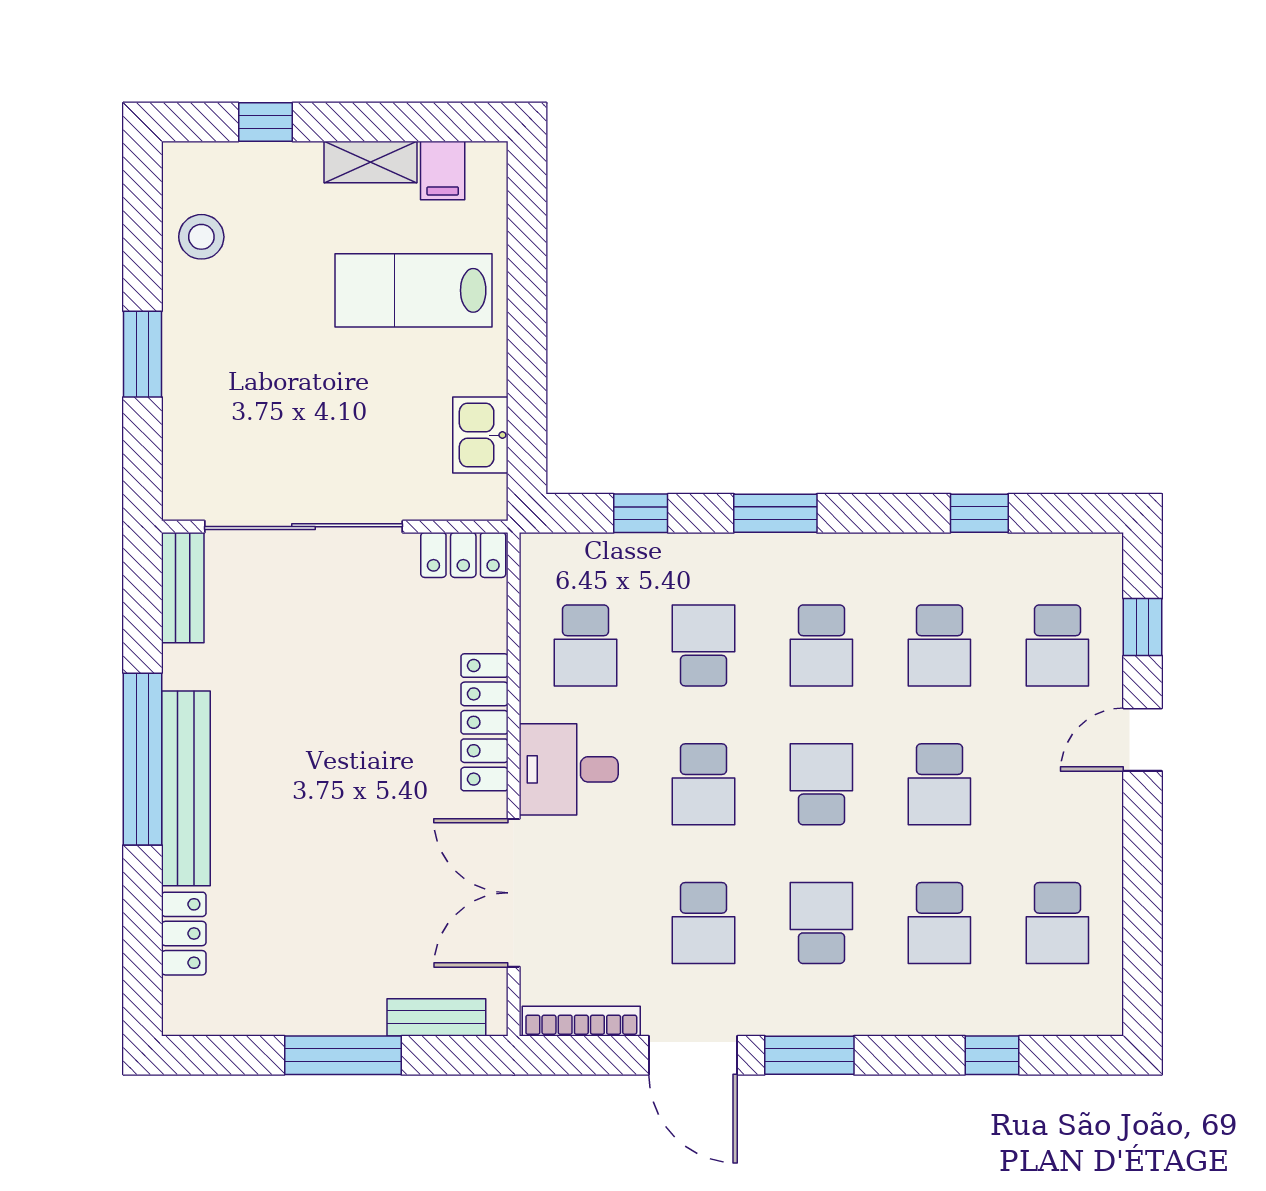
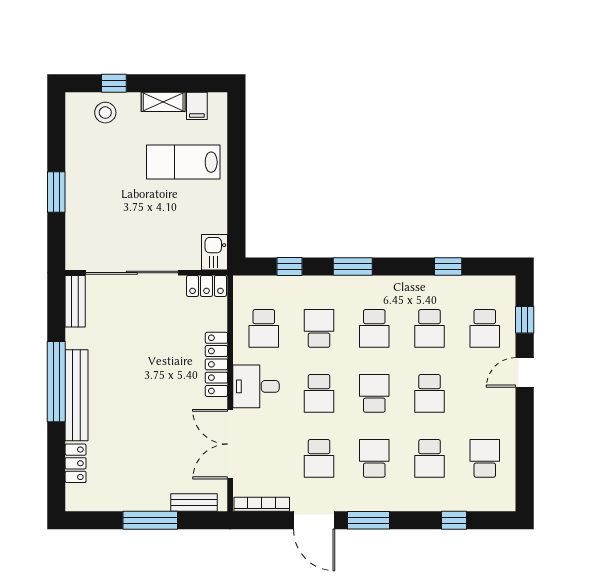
stool: (201, 237) -> (105, 113), moved
kitchen sink: (480, 435) -> (215, 252), moved
school desk: (1057, 923) -> (485, 458), turned 180

